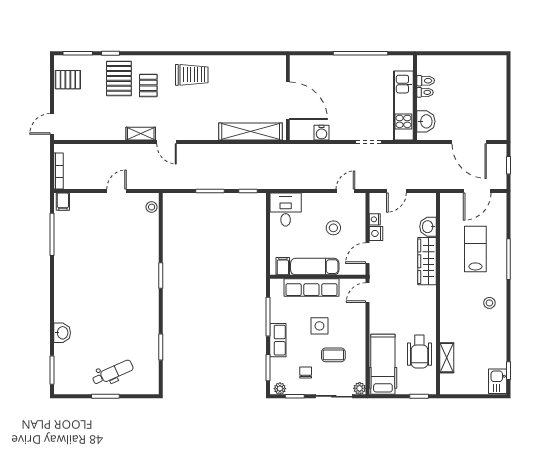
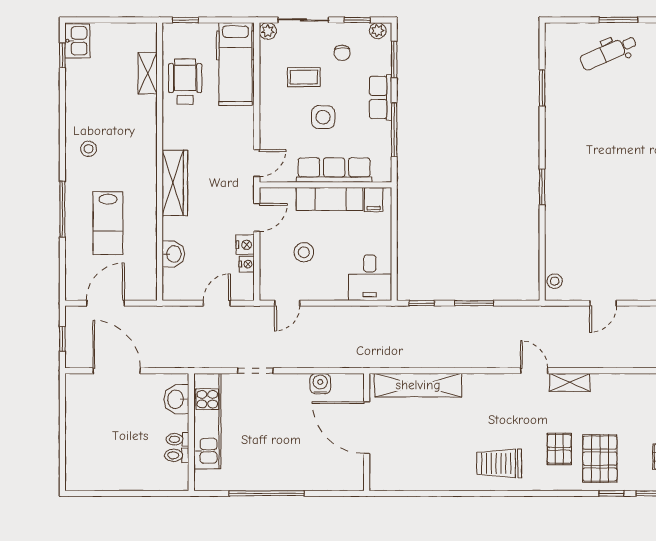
wardrobe: (427, 261) -> (175, 183), moved

